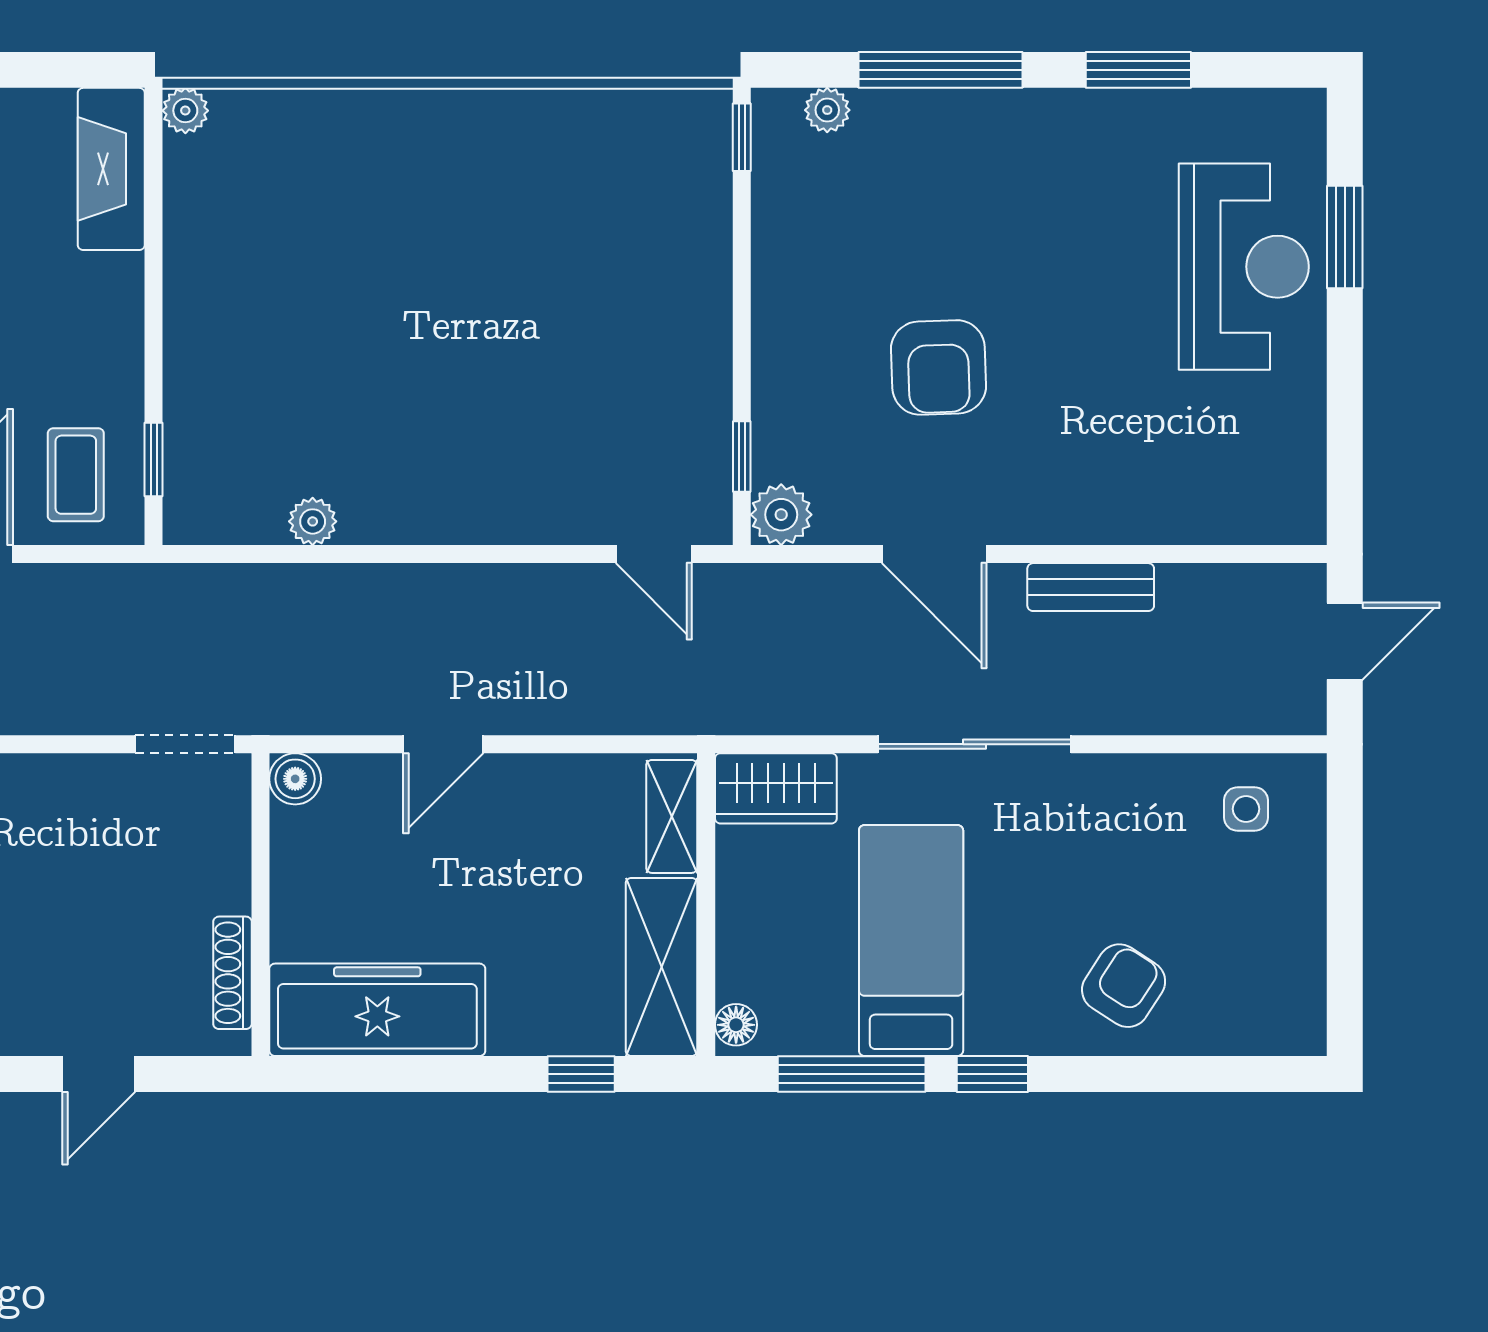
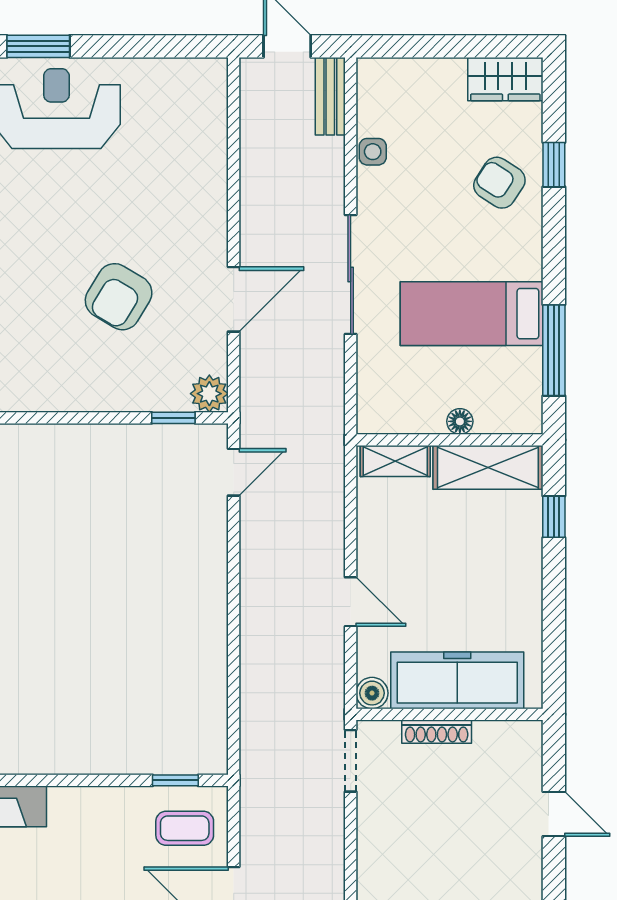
armchair: (938, 367) -> (119, 297), turned 123
plant: (313, 521) -> (213, 682), removed
bench: (1091, 587) -> (330, 96), moved
wardrobe: (776, 788) -> (505, 79), moved, turned 90
side table: (1246, 809) -> (373, 152), moved
shoe rack: (232, 973) -> (437, 732), moved
freezer: (377, 1010) -> (457, 680), moved, turned 90
floor lamp: (736, 1025) -> (460, 421), moved
window: (992, 1074) -> (554, 165), moved

